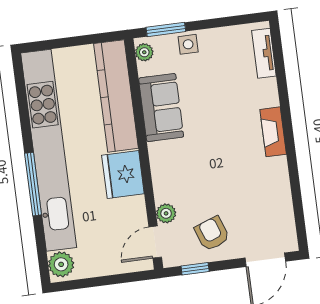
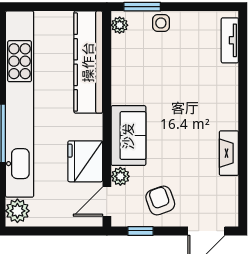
sofa: (161, 108) -> (128, 136), moved
fireplace: (273, 132) -> (229, 153), moved
fridge: (123, 174) -> (85, 161), moved

